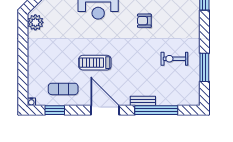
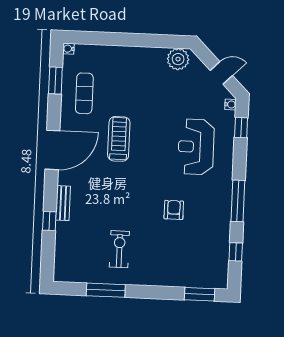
window: (156, 110) -> (49, 221), width x0.32

